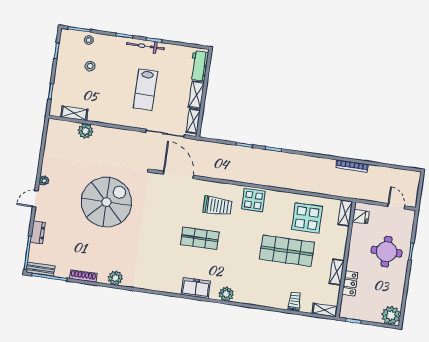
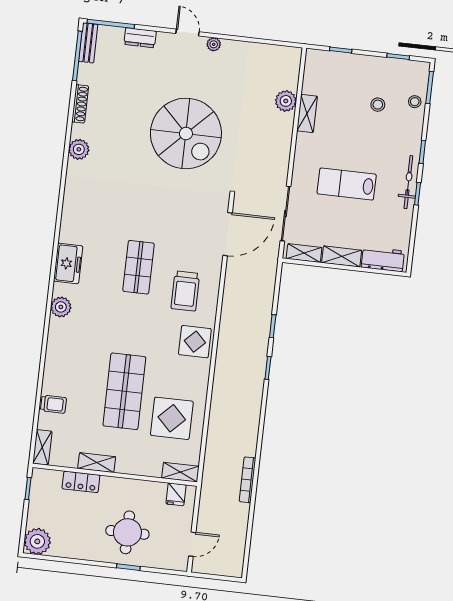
shelving: (74, 113) -> (307, 114), moved

